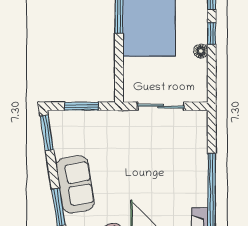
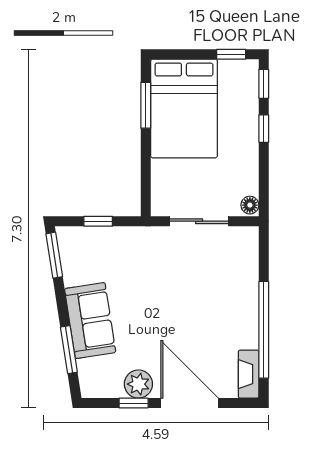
floor lamp: (201, 51) -> (250, 205), moved
window: (81, 106) -> (98, 221), width x0.67

